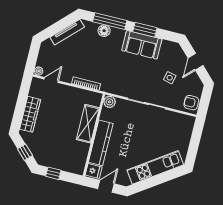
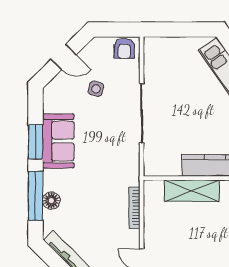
plant: (110, 102) -> (152, 167), removed

